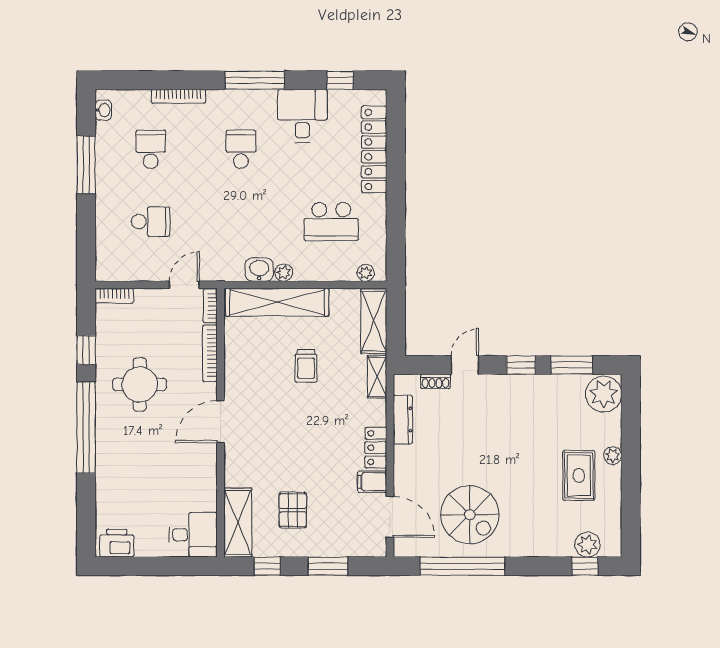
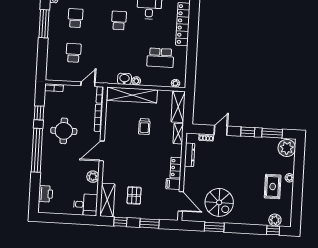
school desk: (151, 221) -> (73, 53), turned -90
plant: (205, 476) -> (93, 177), added
printer: (117, 543) -> (46, 194), moved, turned 90
window: (462, 566) -> (214, 227), width x0.47

